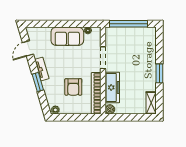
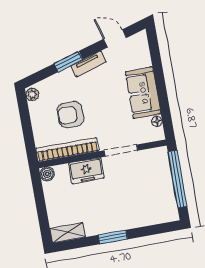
freezer: (112, 87) -> (86, 171), width x0.71

